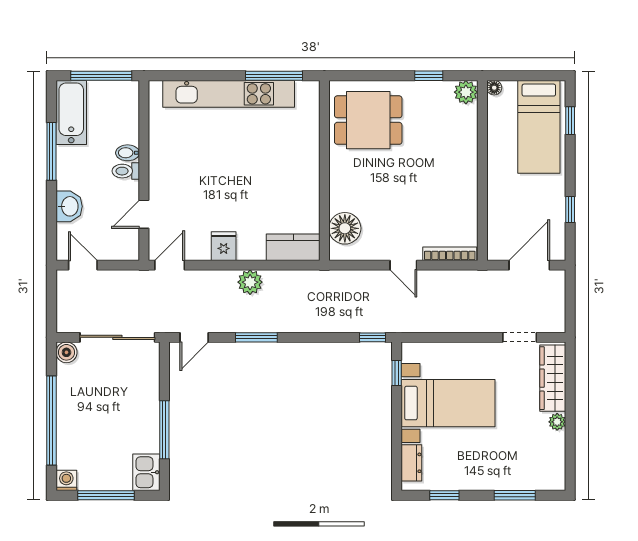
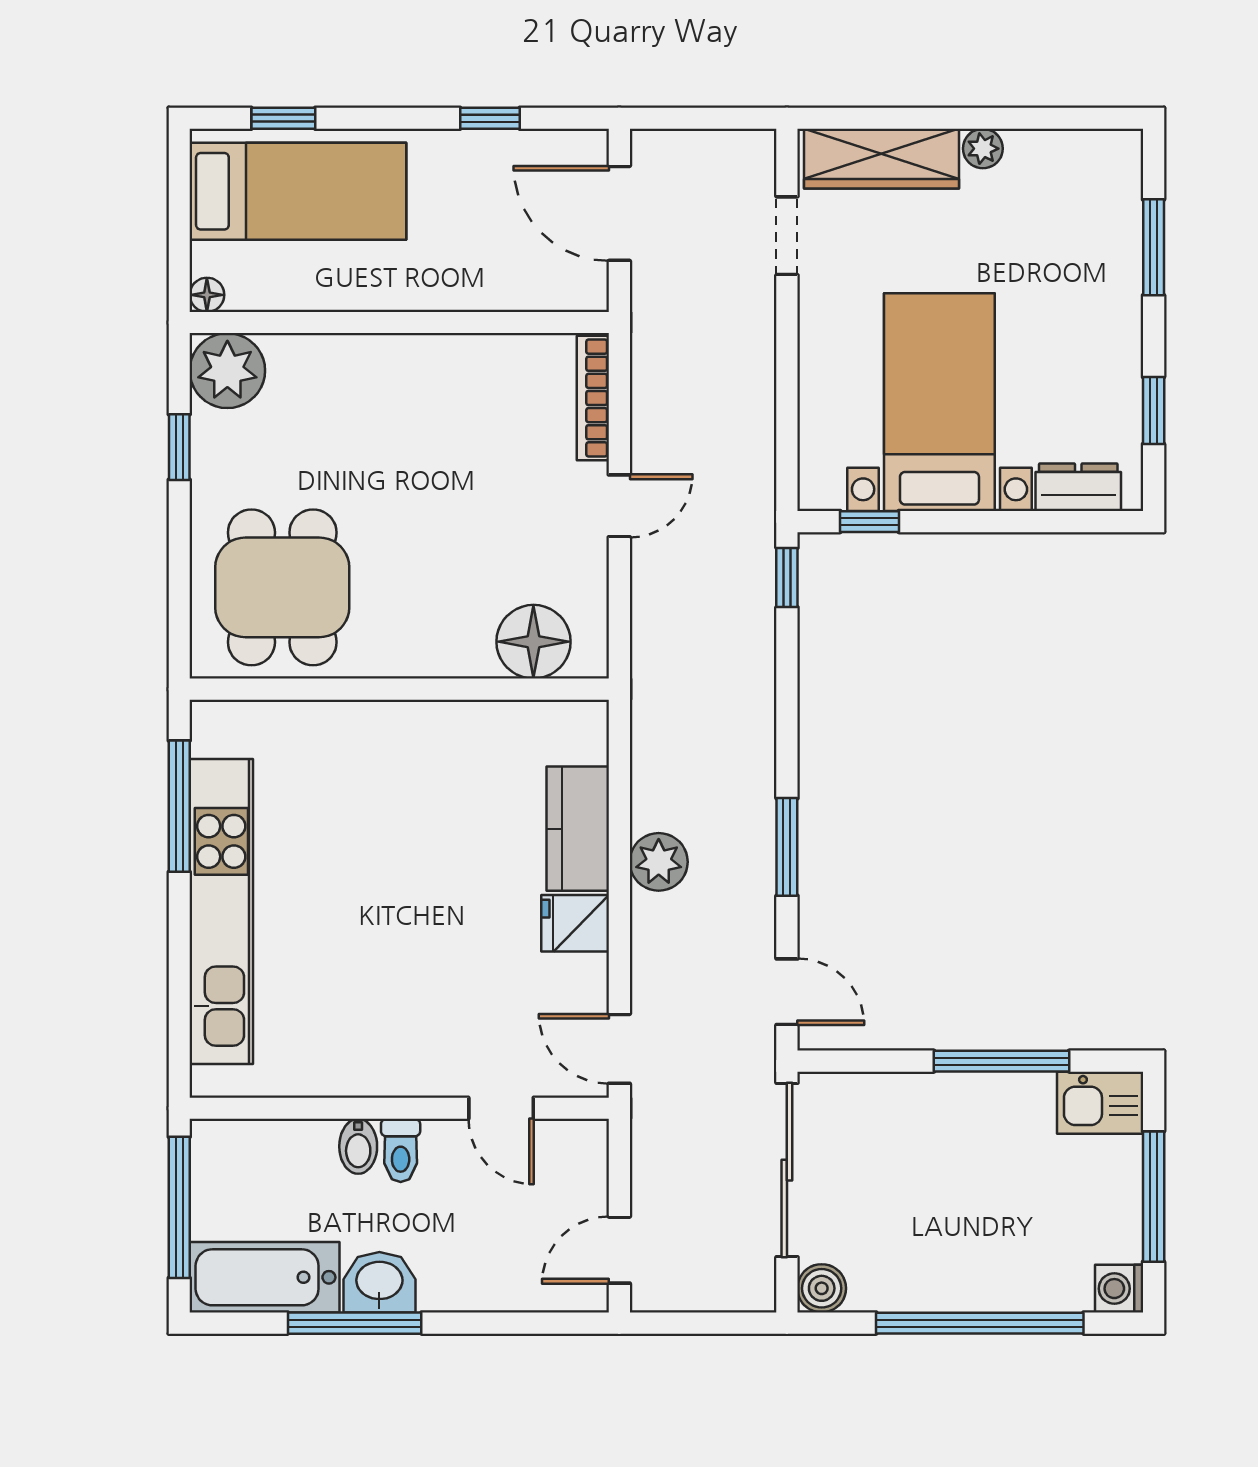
plant: (466, 92) -> (227, 371), width x1.36, depth x1.36
washbasin: (69, 206) -> (379, 1282), moved
kitchen counter: (293, 247) -> (578, 829), moved

